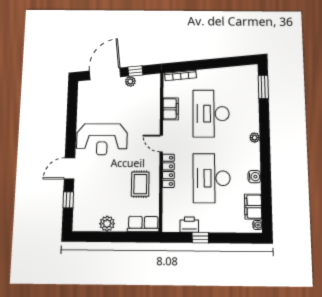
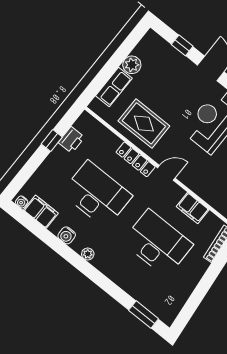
plant: (255, 138) -> (88, 254), moved
rug: (140, 184) -> (144, 123), width x1.36, depth x1.43
row of seats: (143, 224) -> (114, 87), moved

